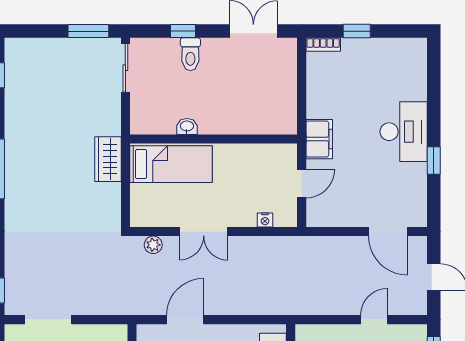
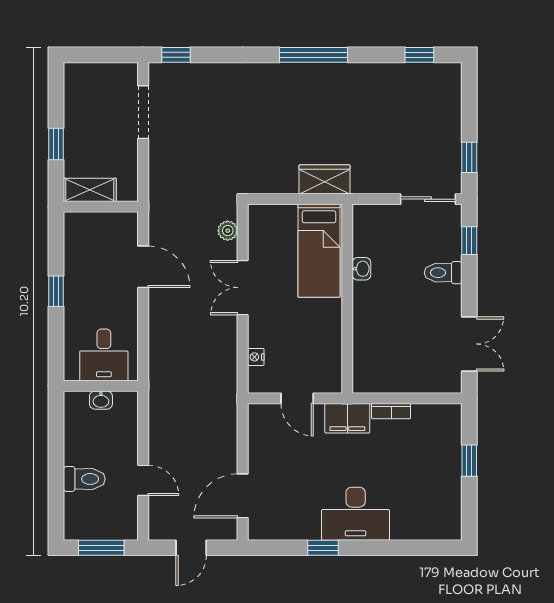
window: (88, 31) -> (469, 157), width x0.67
window: (183, 31) -> (469, 241), moved
bookcase: (323, 45) -> (391, 411), moved, turned -90

